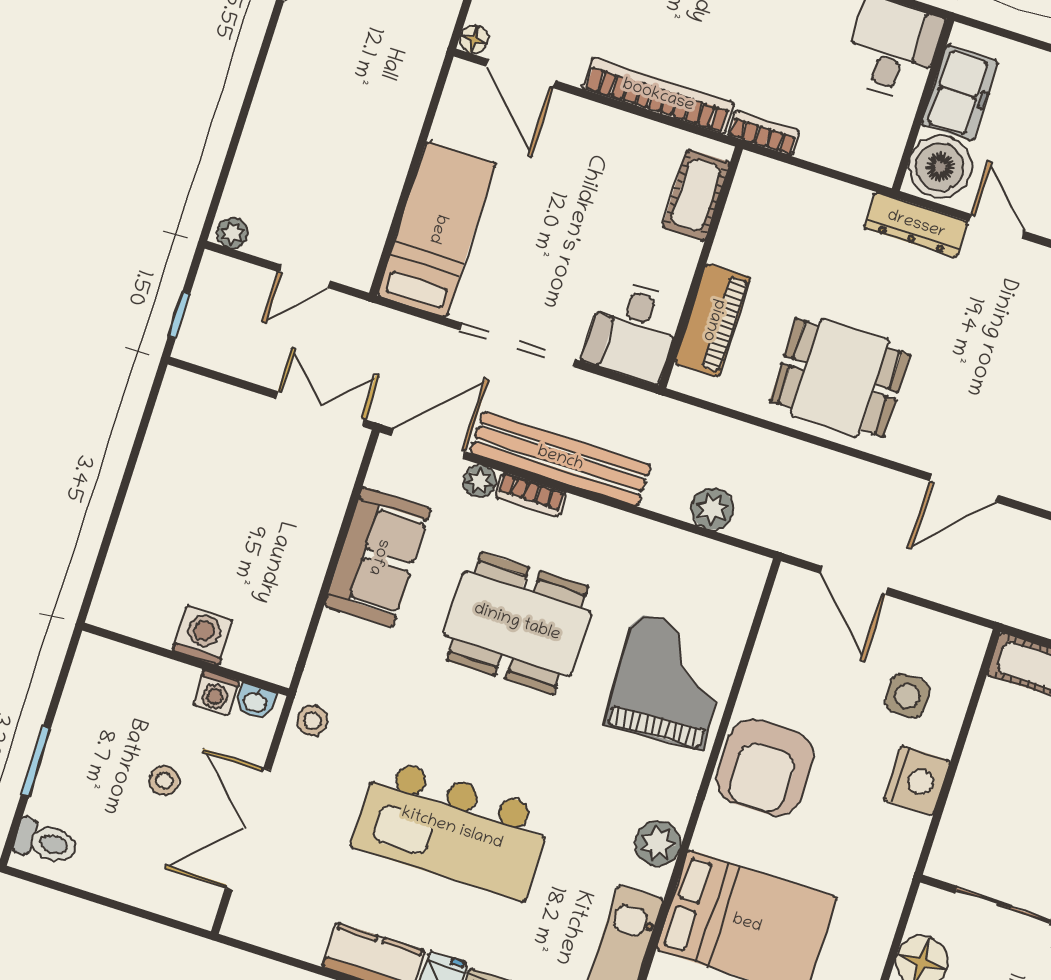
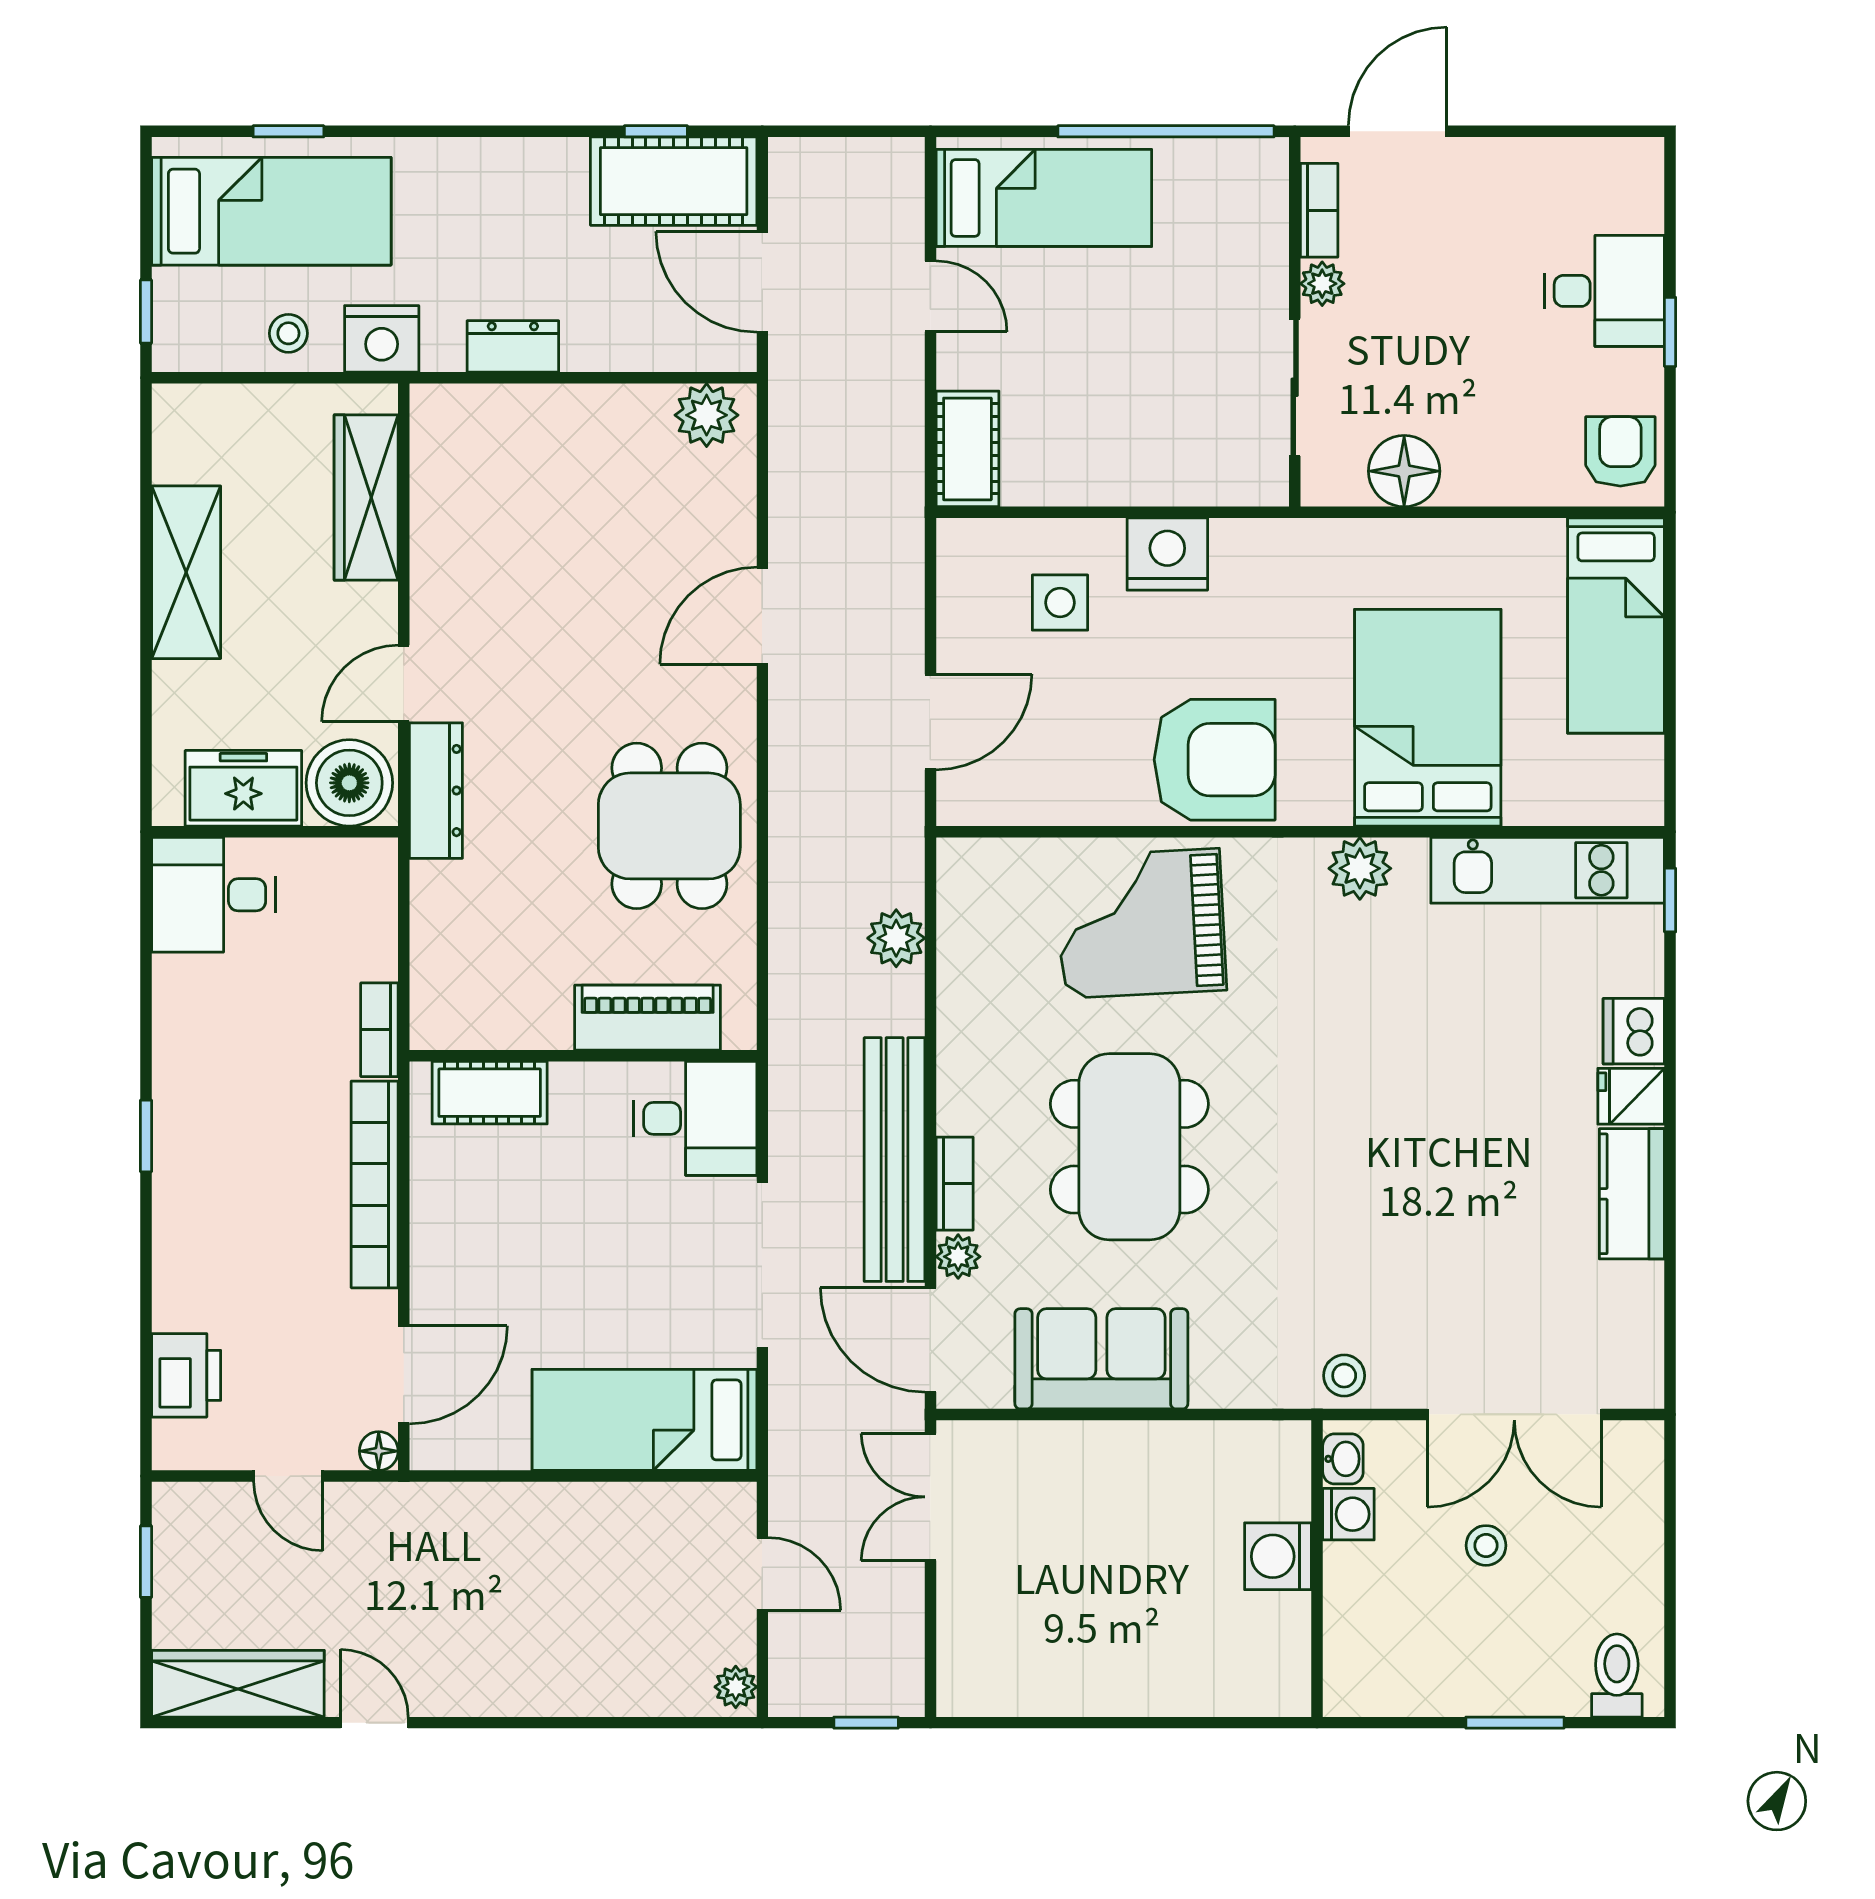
door: (964, 488) -> (762, 616), swing flipped
kitchen island: (452, 829) -> (1428, 1146), removed

